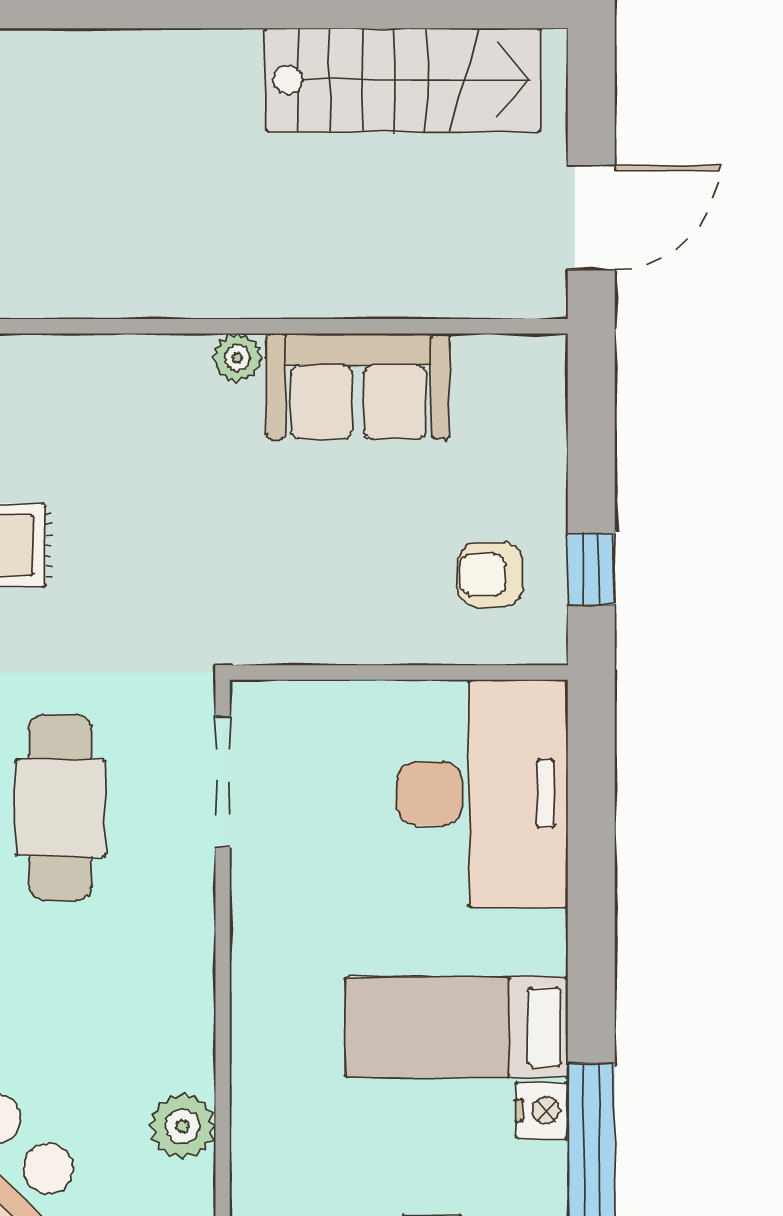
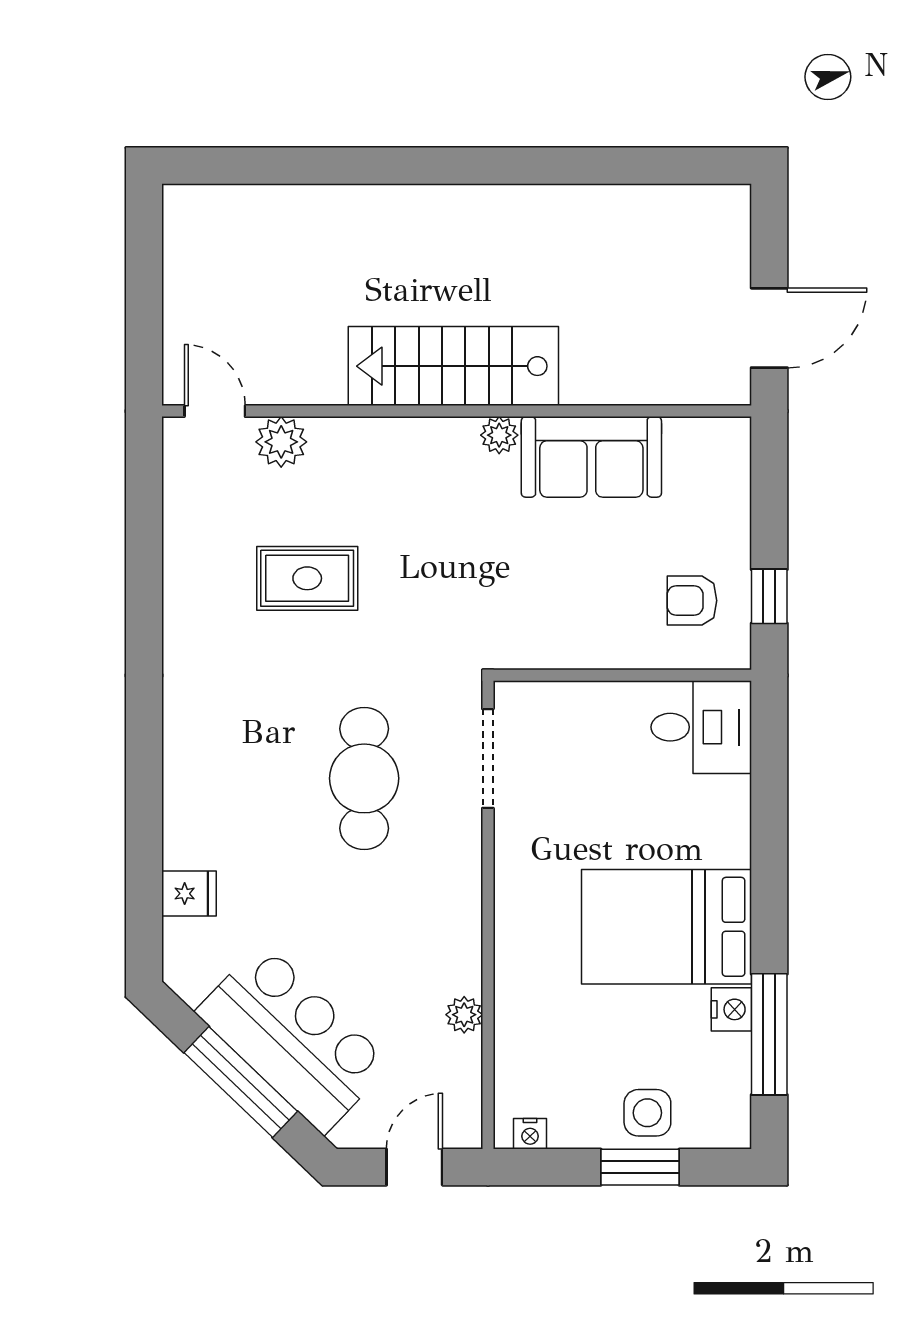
stairs: (403, 80) -> (453, 366), moved, turned 180
desk: (482, 794) -> (701, 727), width x0.53, depth x0.77
bed: (456, 1027) -> (666, 927), width x1.50
plant: (182, 1126) -> (464, 1015), width x0.73, depth x0.73

